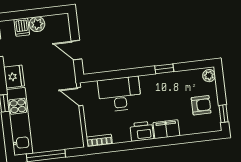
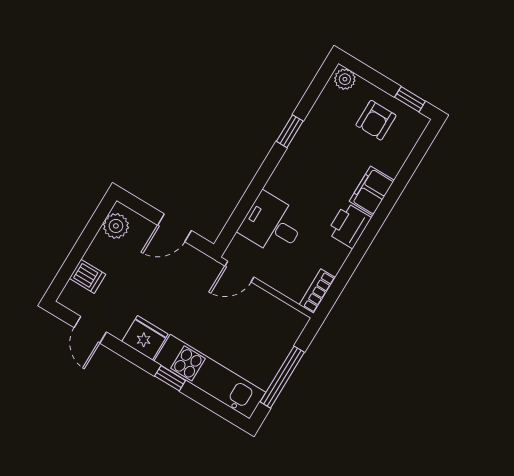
plant: (37, 24) -> (116, 226), moved
desk: (120, 94) -> (272, 224), width x0.73
armchair: (201, 105) -> (376, 120), turned 180

